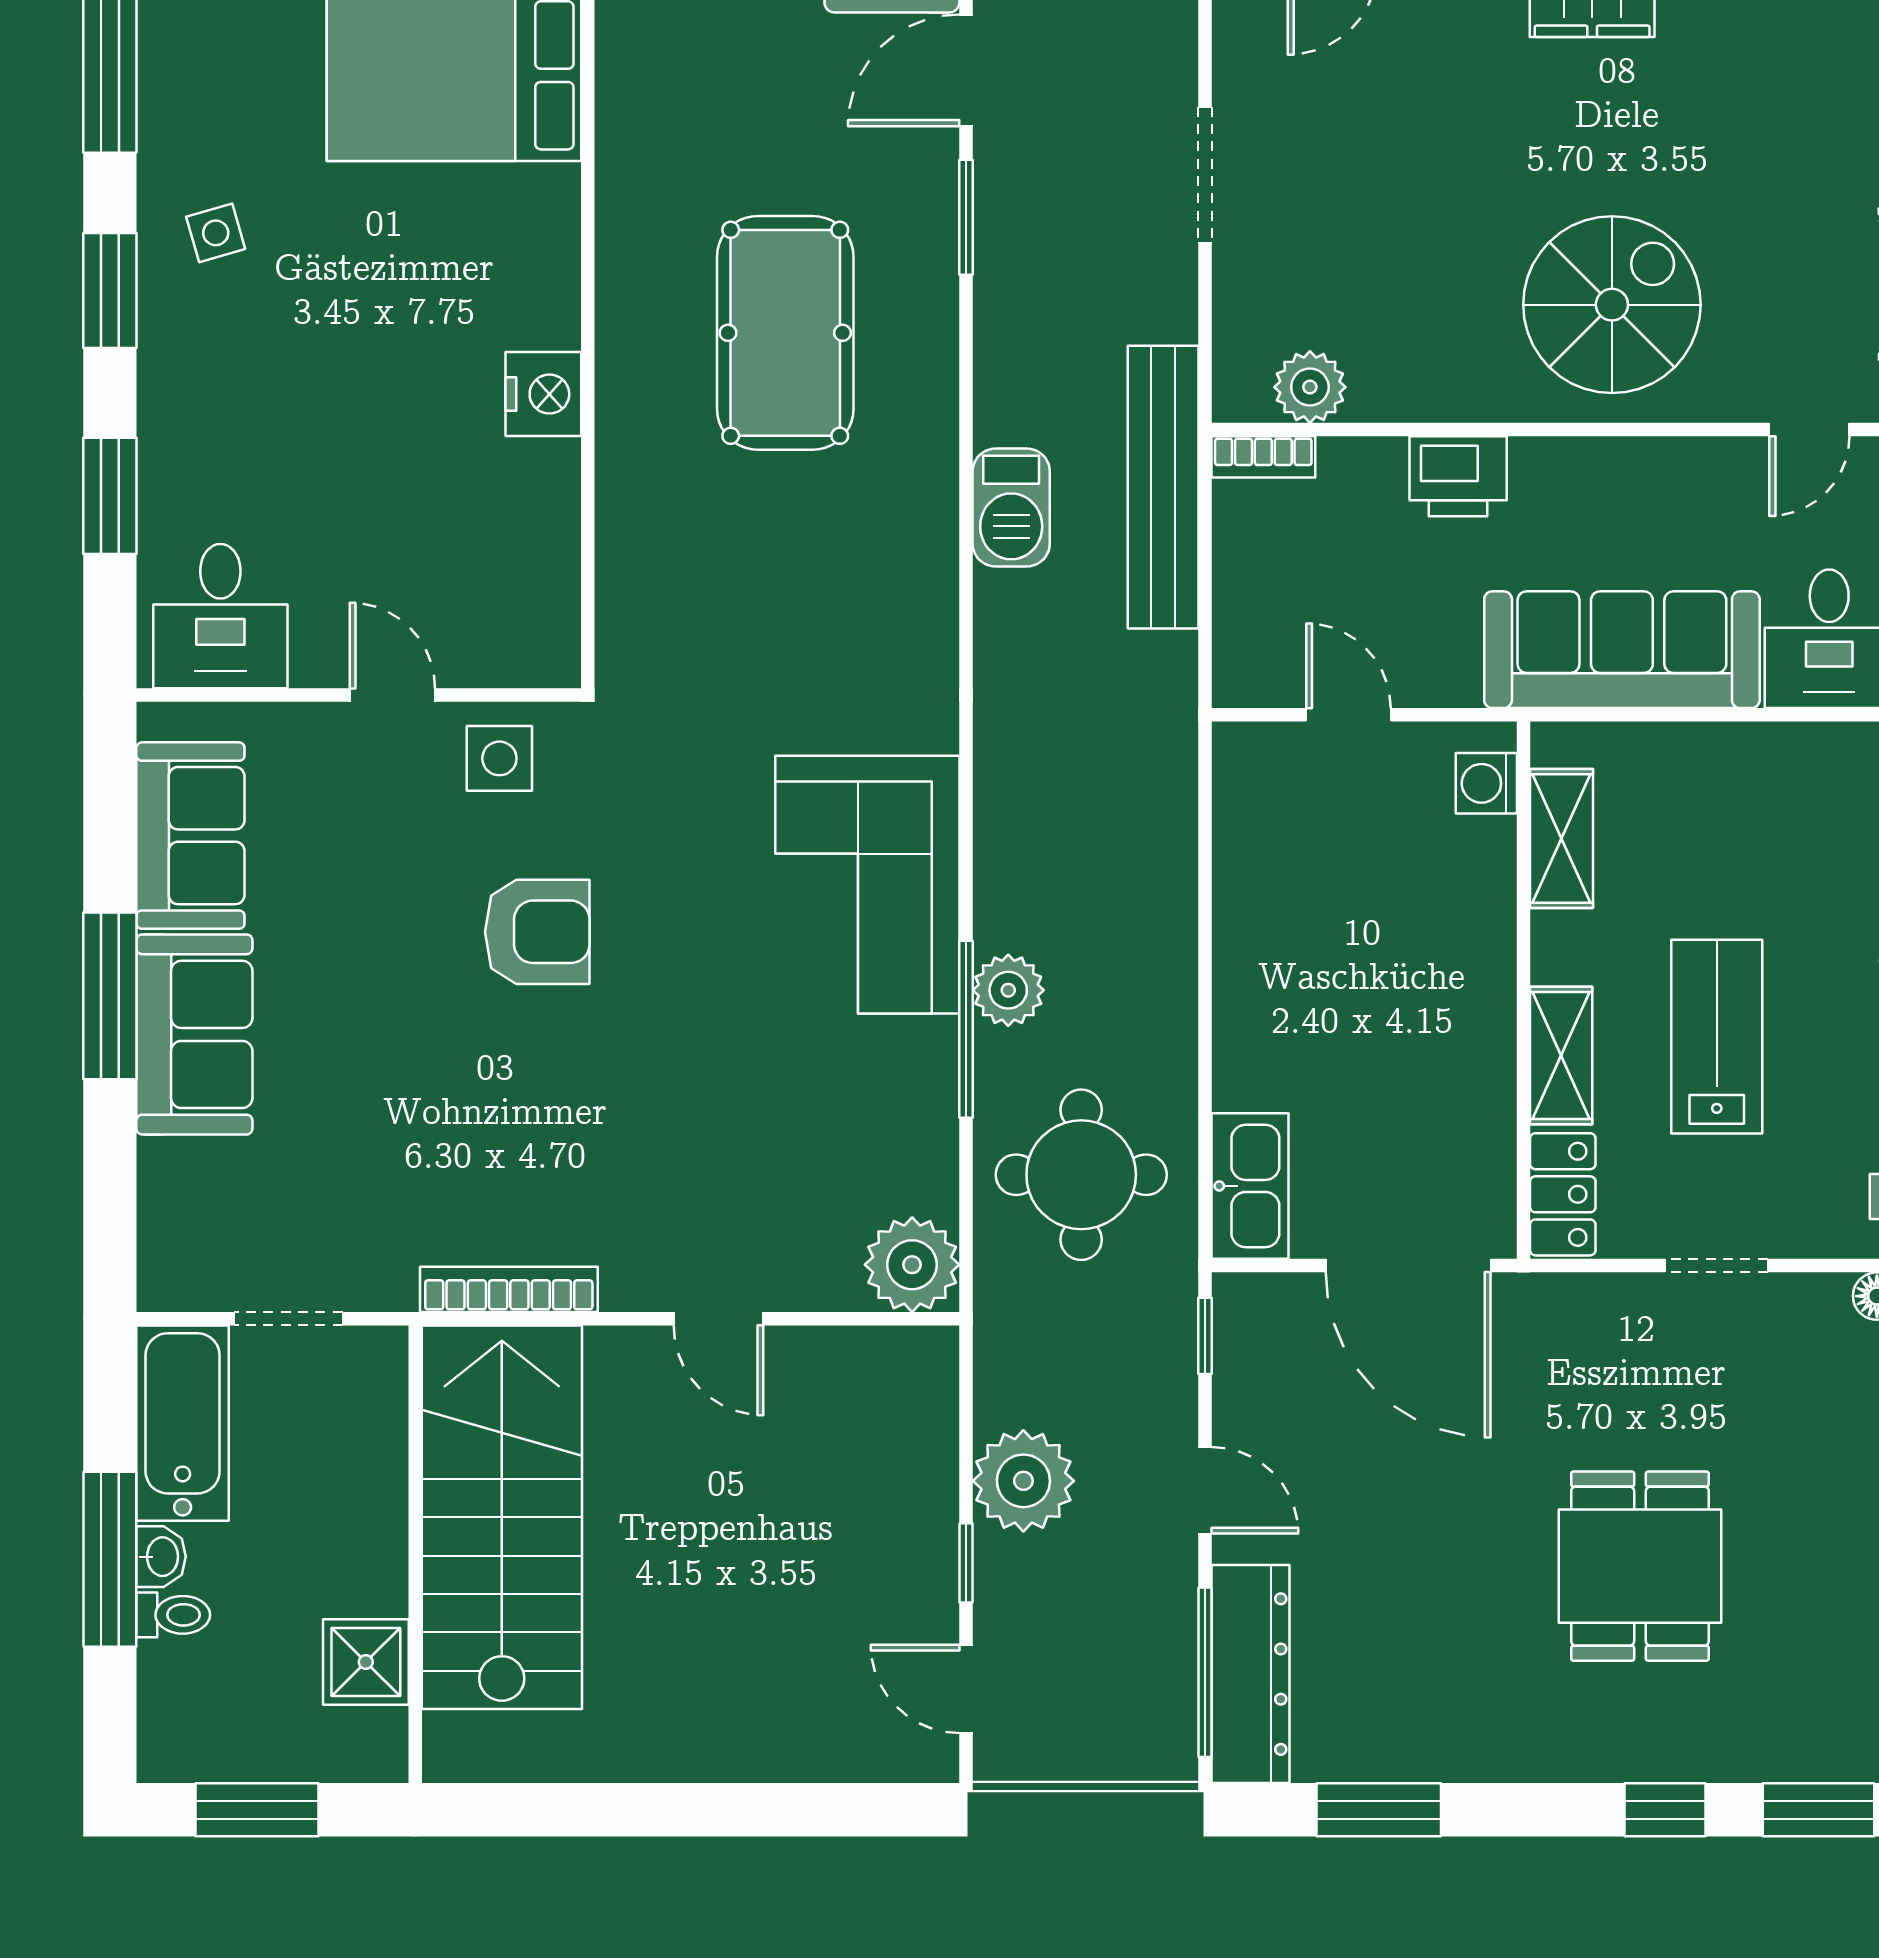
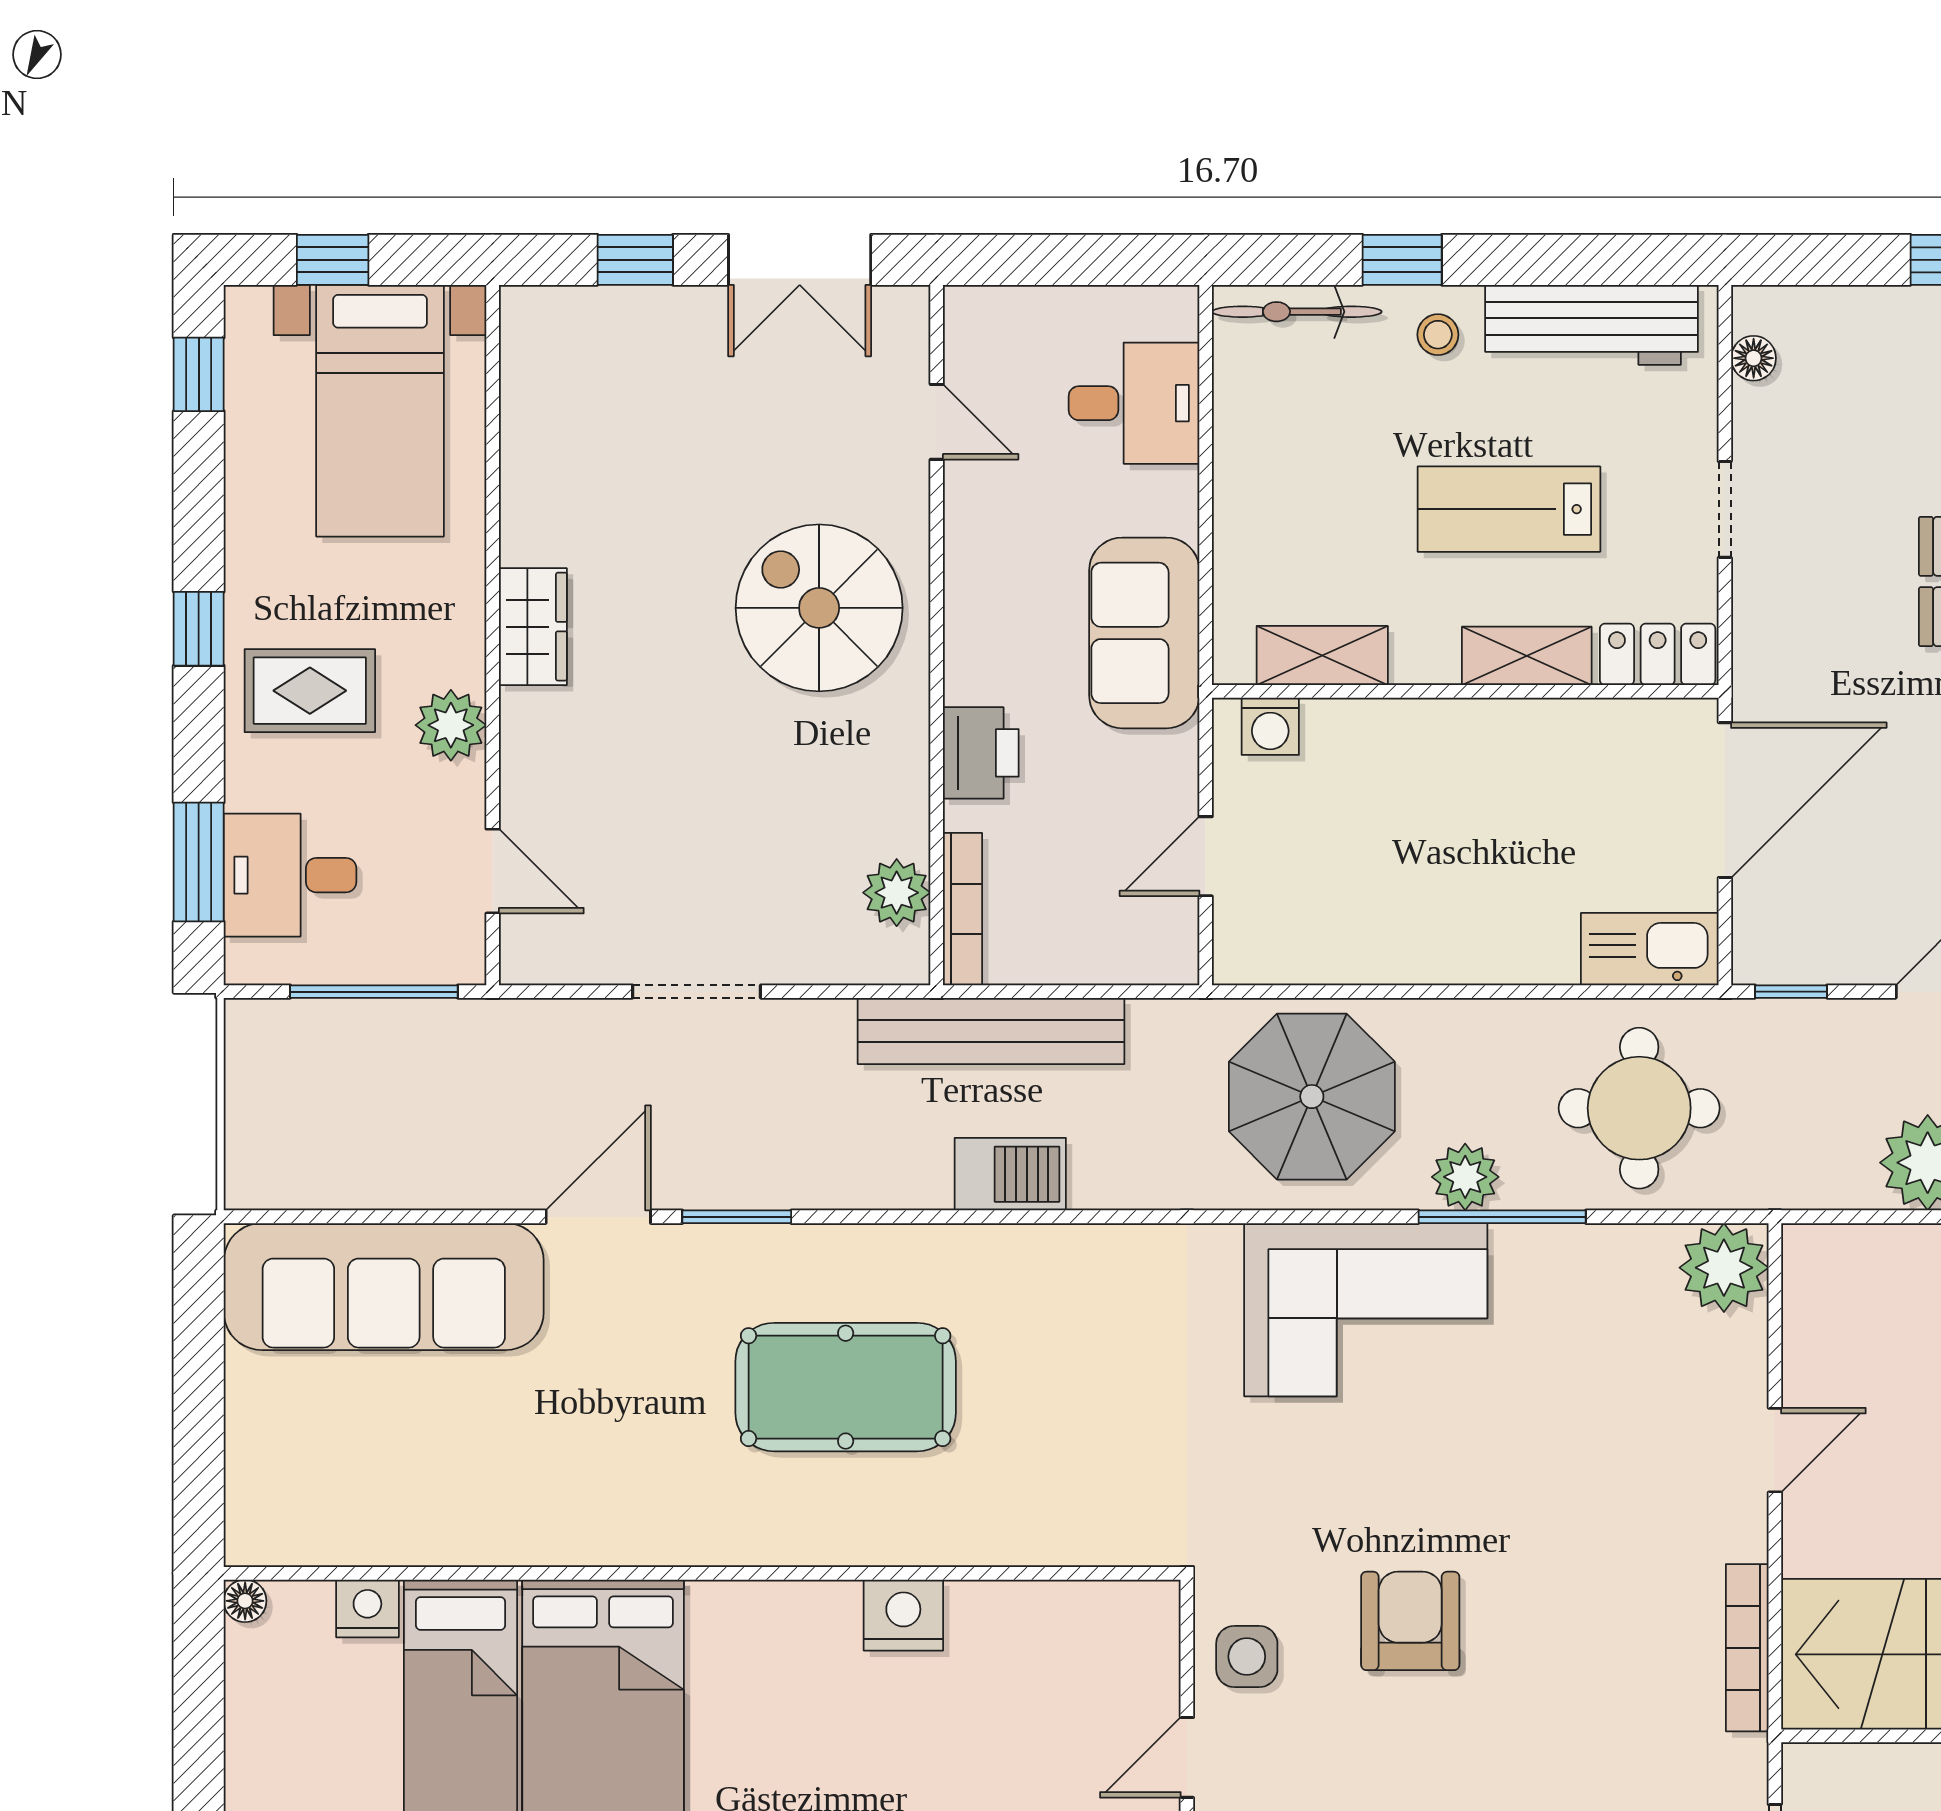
door: (966, 70) -> (598, 1217), swing flipped
bookcase: (1263, 457) -> (962, 909), width x1.56
sofa: (1622, 650) -> (1144, 633), width x0.73
parasol: (1094, 827) -> (1312, 1097), added

